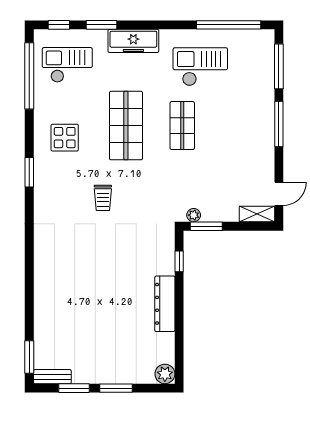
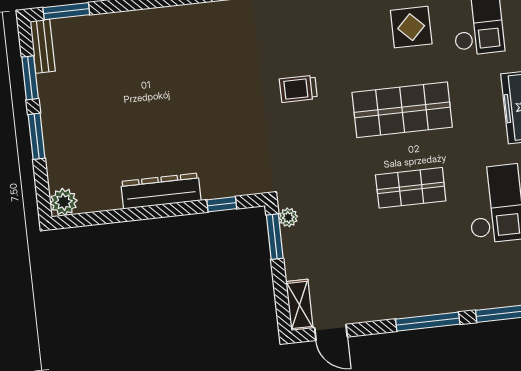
display table: (65, 138) -> (411, 27), moved

